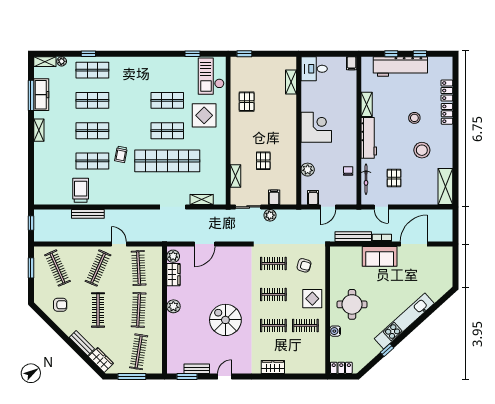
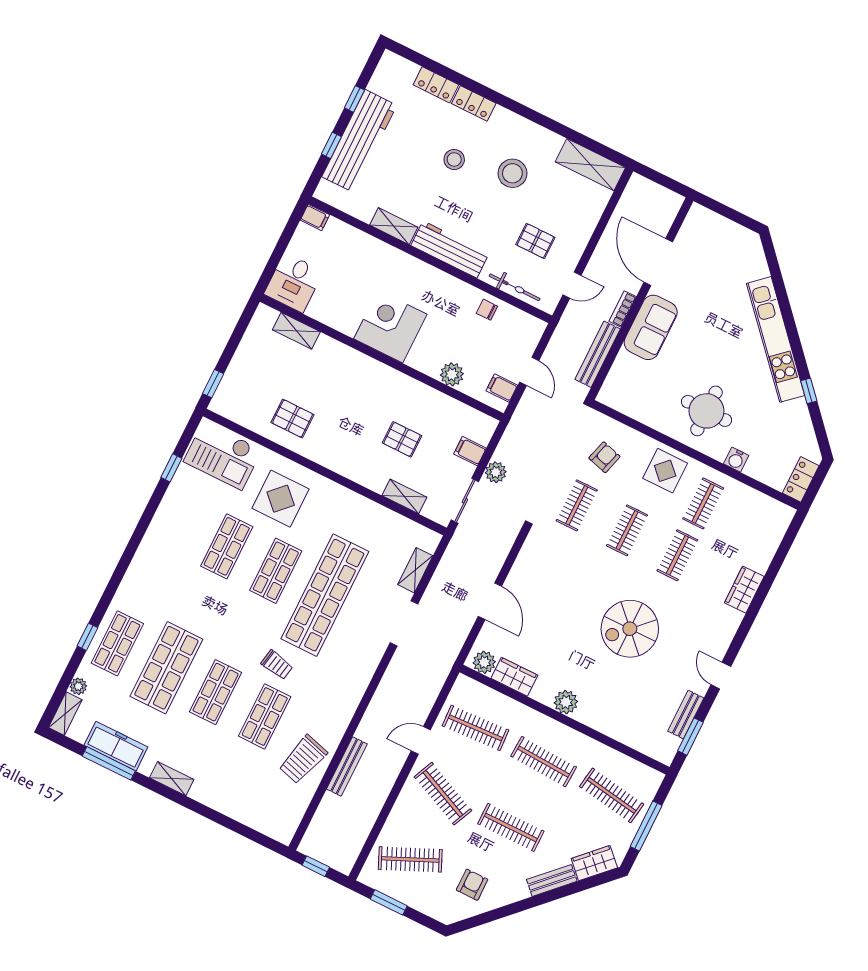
shop shelf: (92, 100) -> (166, 668), width x1.43, depth x1.36
trolley: (81, 190) -> (303, 759), turned -74

